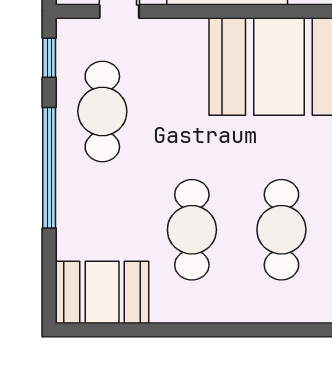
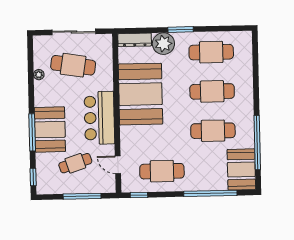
window: (49, 168) -> (210, 193), moved
window: (163, 330) -> (257, 143), added

